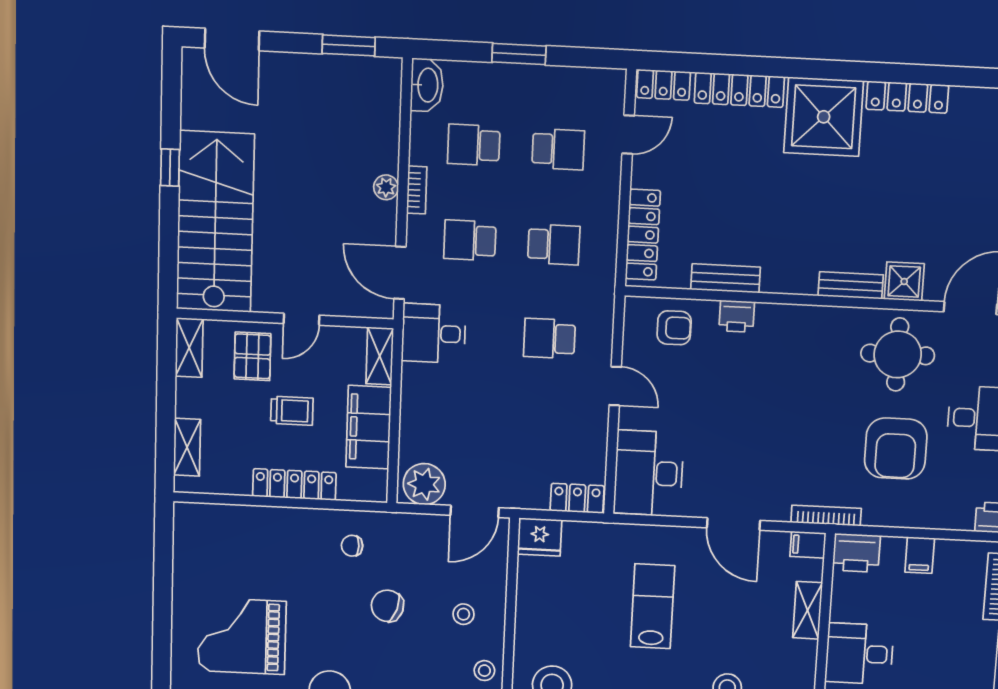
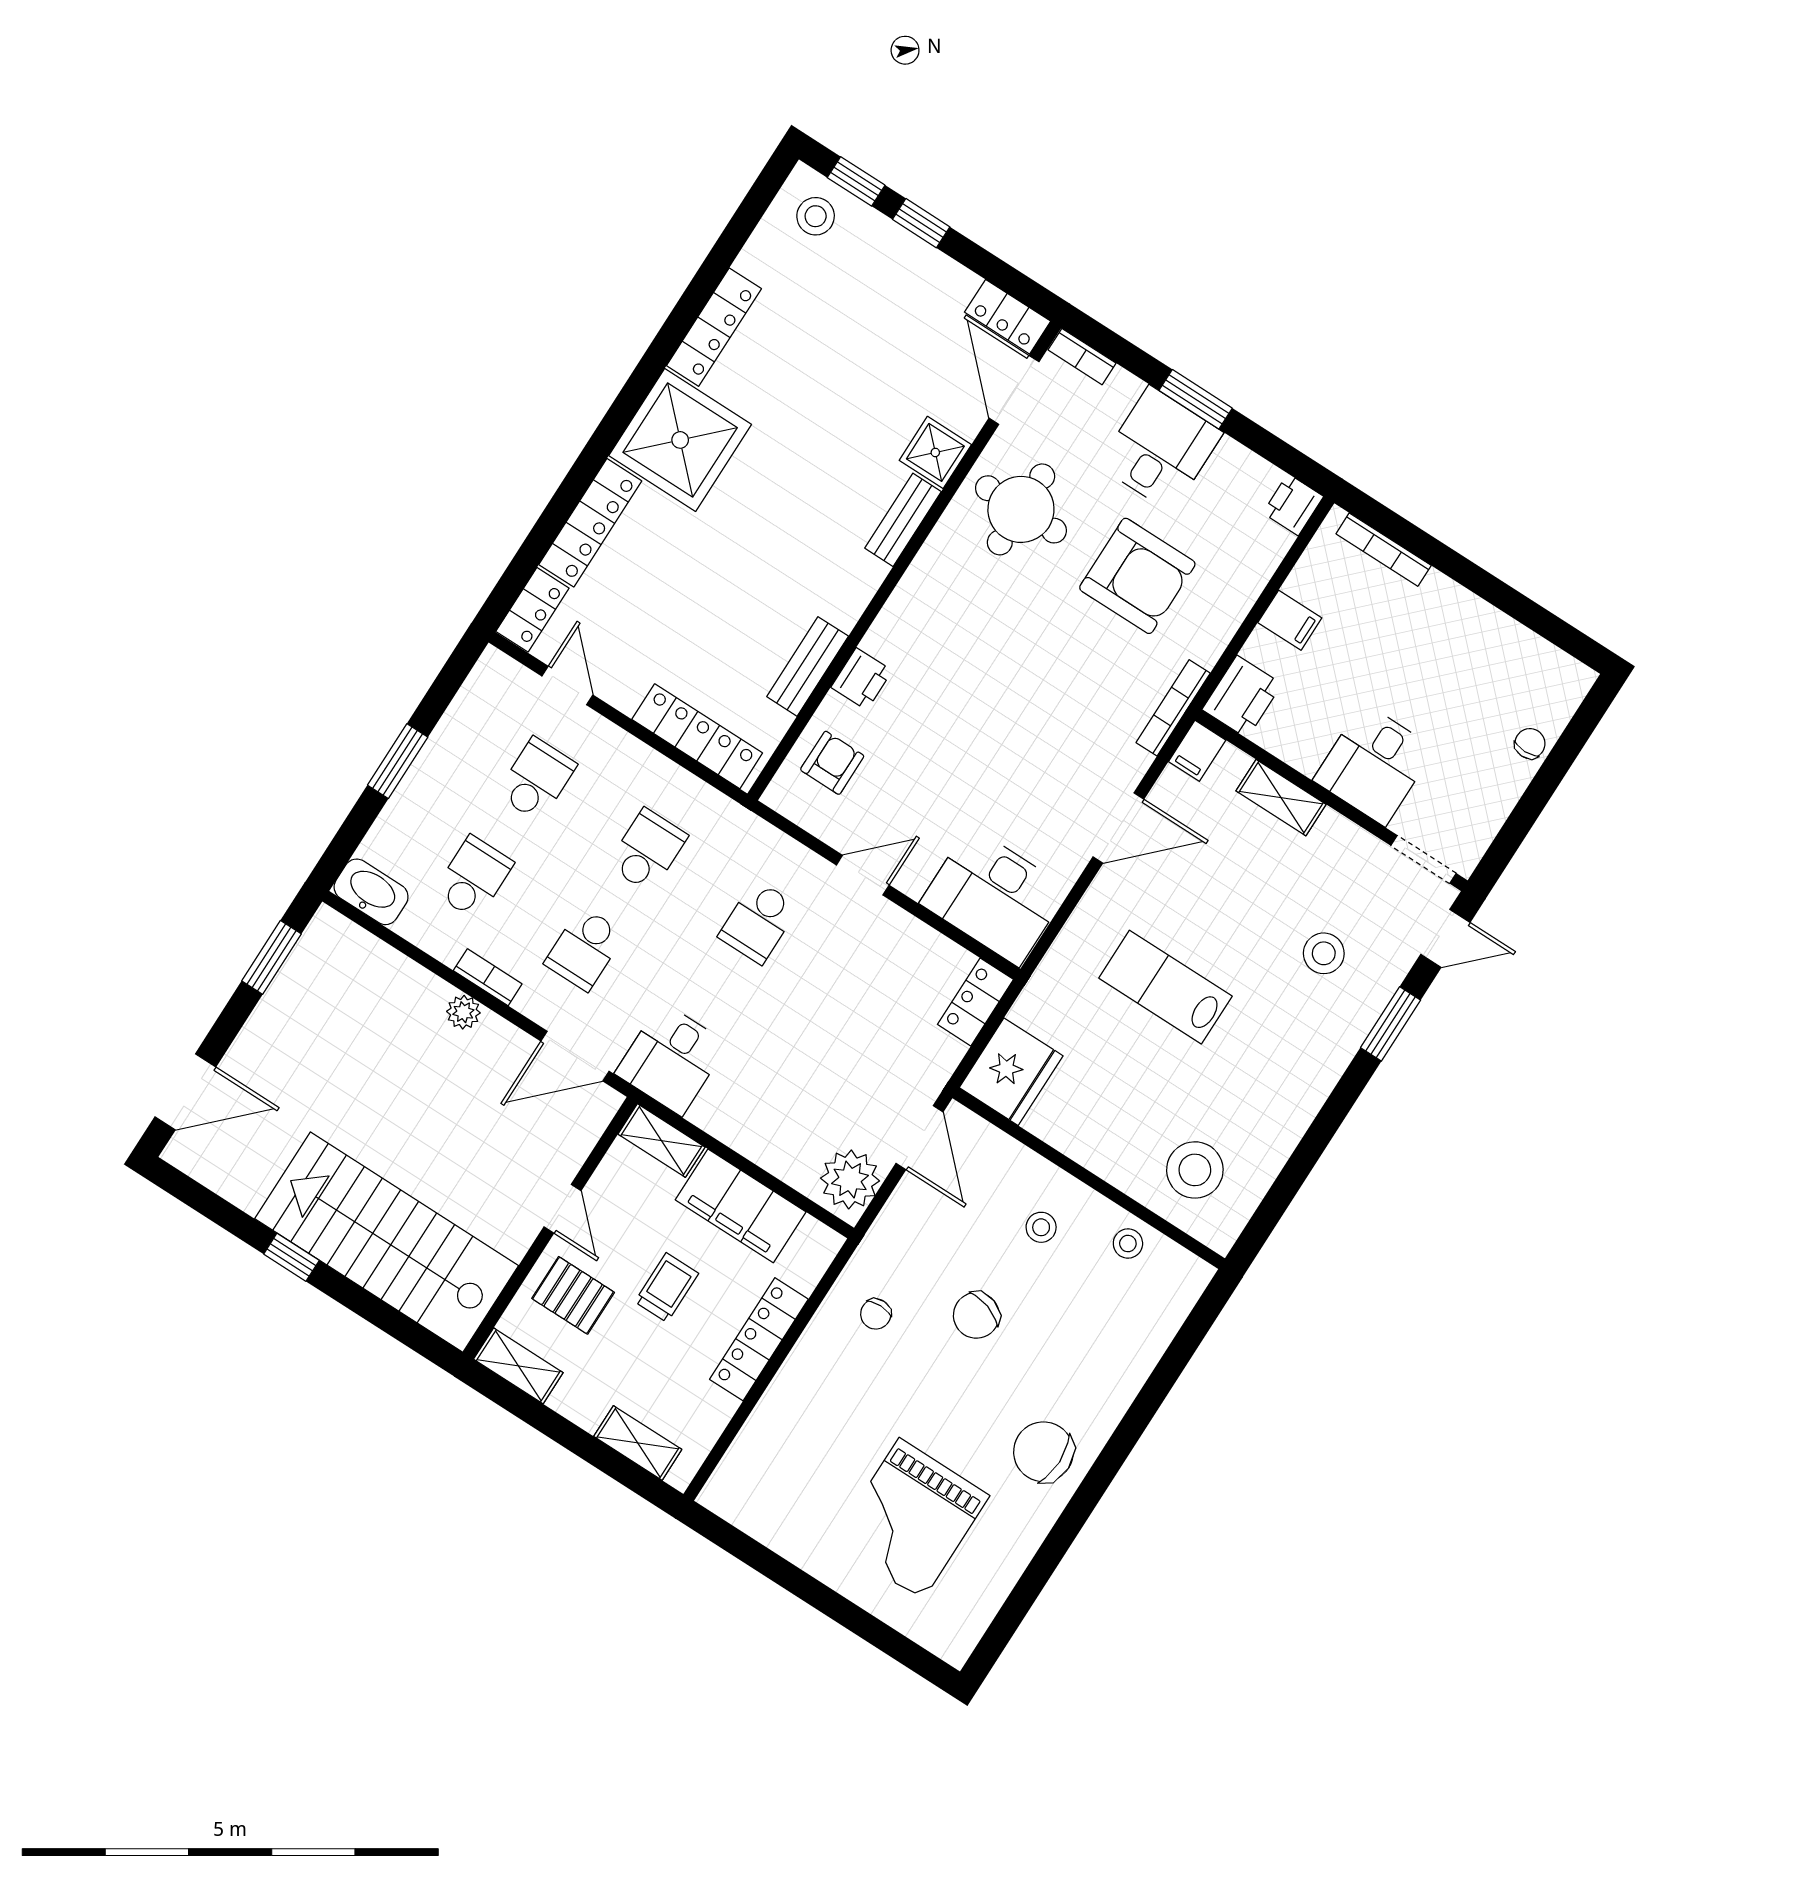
school desk: (474, 145) -> (474, 878), turned 180
fridge: (540, 537) -> (1011, 1072), width x1.36, depth x1.34

